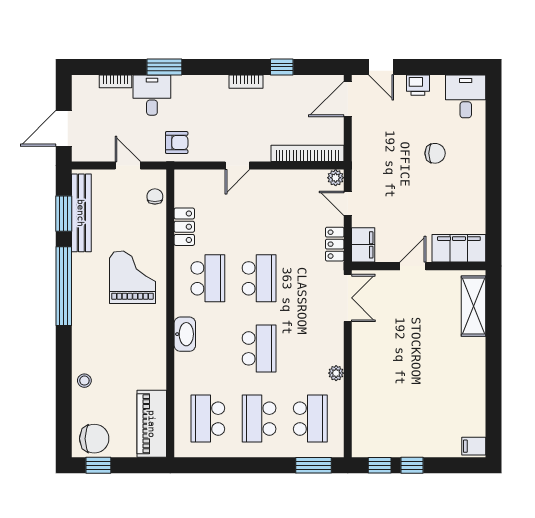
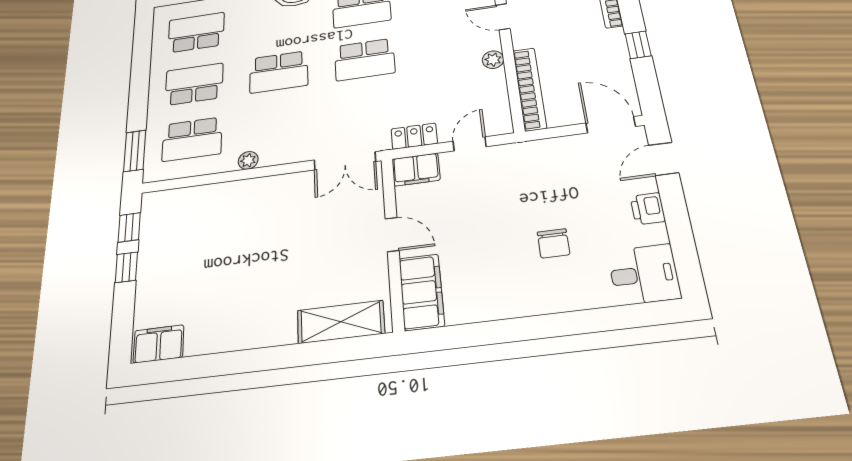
plant: (336, 178) -> (493, 60), moved
filing cabinet: (474, 446) -> (159, 344), width x2.00

